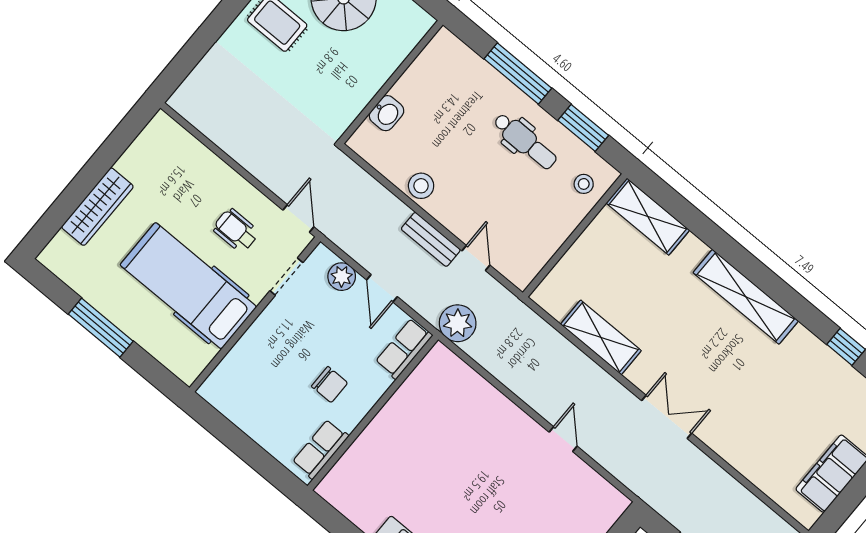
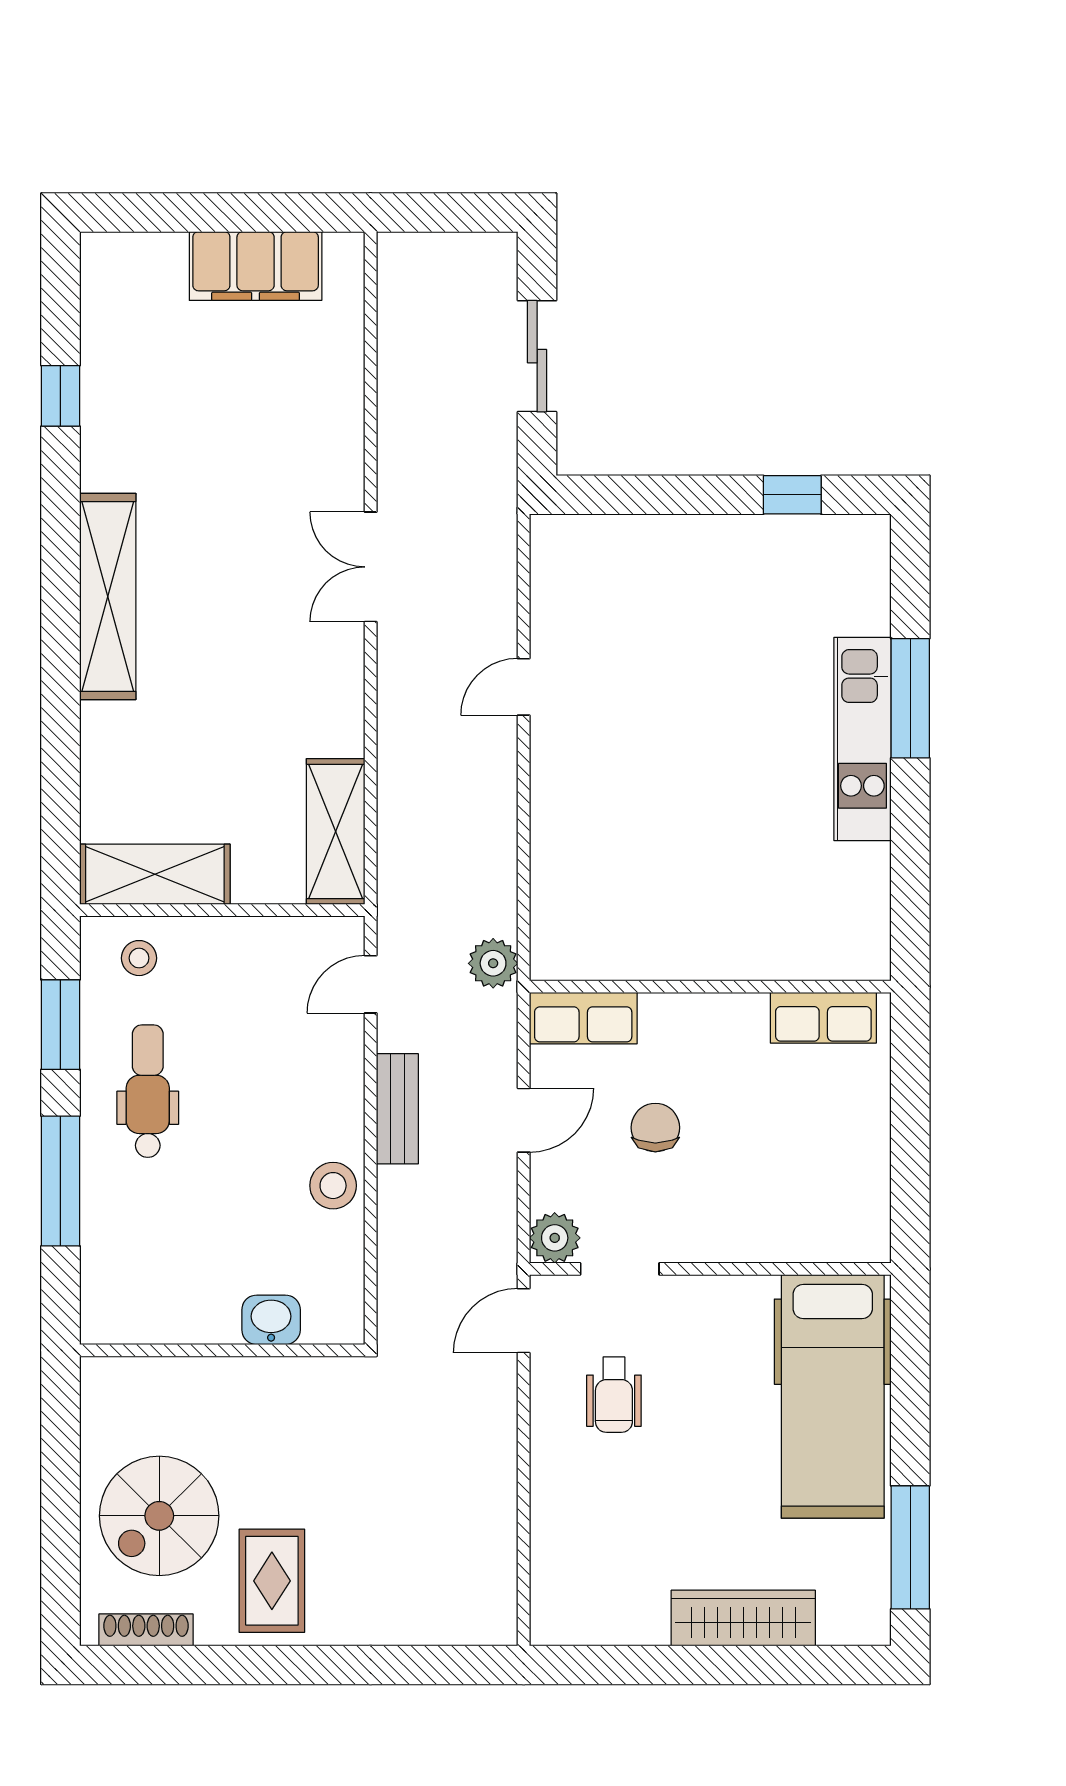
shelving: (648, 217) -> (155, 874), moved, turned 90
door: (476, 258) -> (371, 984), moved
plant: (342, 277) -> (555, 1238), moved
hospital bed: (188, 286) -> (833, 1396), moved
plant: (458, 323) -> (493, 963), width x0.73, depth x0.73
window: (101, 328) -> (910, 1547), moved
shelving: (601, 337) -> (336, 832), moved
chair: (330, 385) -> (655, 1128), moved

